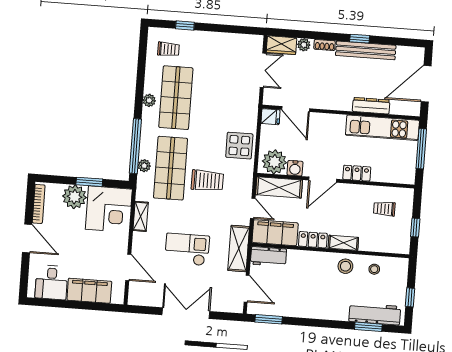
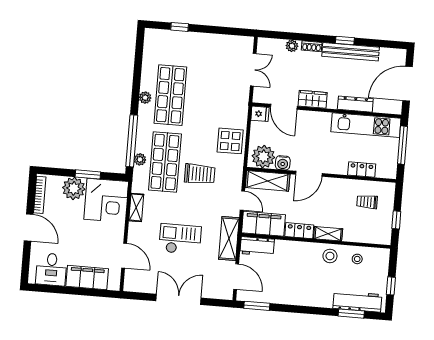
wardrobe: (281, 45) -> (313, 99), moved, turned 180
trolley: (168, 49) -> (164, 49), removed
locker: (357, 173) -> (362, 170), moved

